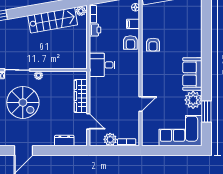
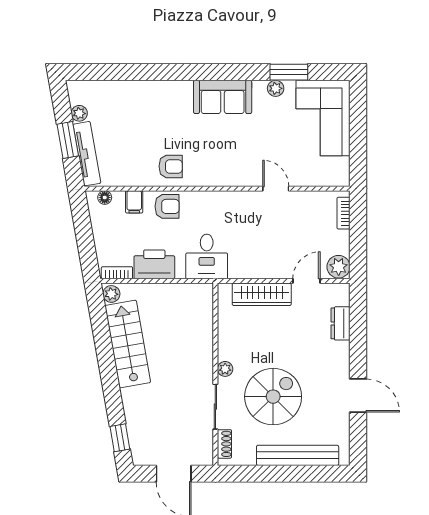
printer: (95, 30) -> (154, 264), width x1.87, depth x1.48
plant: (193, 100) -> (276, 88), width x0.53, depth x0.53
plant: (110, 139) -> (339, 267), moved

